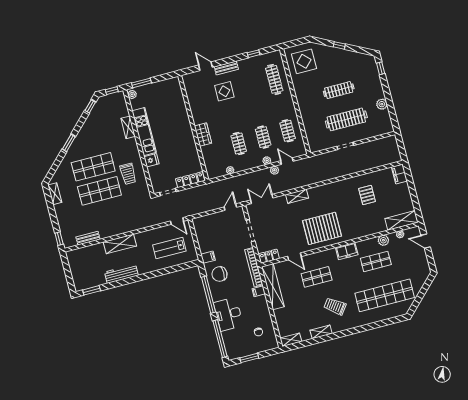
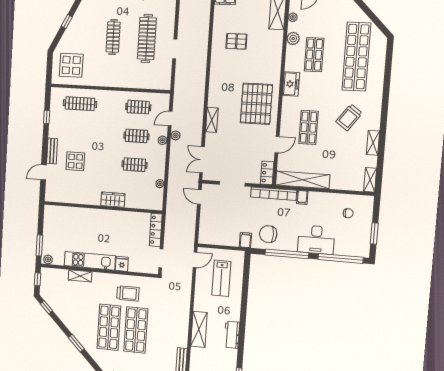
workbench: (121, 274) -> (232, 335), width x0.73
chair: (219, 274) -> (268, 234), turned 90

